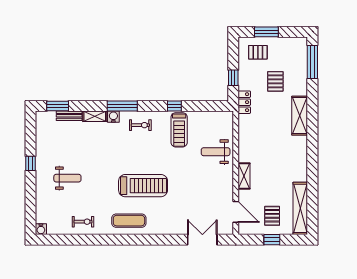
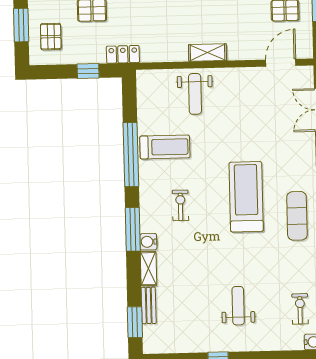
window: (174, 106) -> (131, 155), width x3.17
exercise bike: (140, 125) -> (180, 205), moved
shelving: (244, 176) -> (207, 53), moved
exercise bike: (83, 222) -> (300, 309), moved

